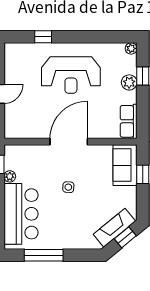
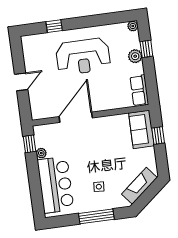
door: (69, 142) -> (76, 117), moved
side table: (68, 187) -> (99, 187), moved
window: (125, 237) -> (150, 193), removed
window: (44, 255) -> (96, 216), moved

